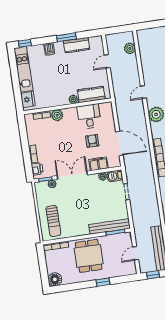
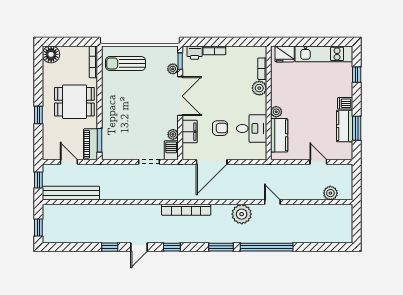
window: (66, 37) -> (357, 128), moved
window: (25, 43) -> (357, 75), moved
dishwasher: (49, 49) -> (345, 103), moved
bench: (109, 226) -> (108, 134), removed
piano: (120, 239) -> (91, 144), added

